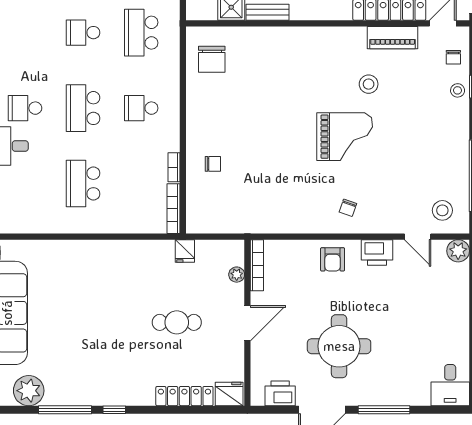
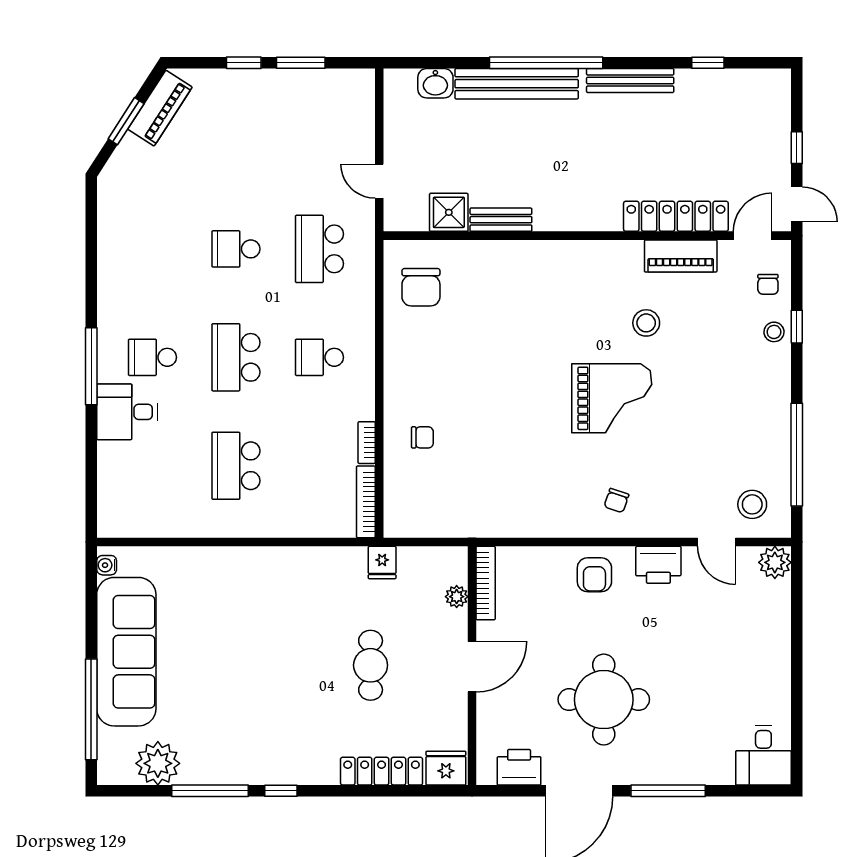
cafe table: (177, 322) -> (371, 665), turned 90

